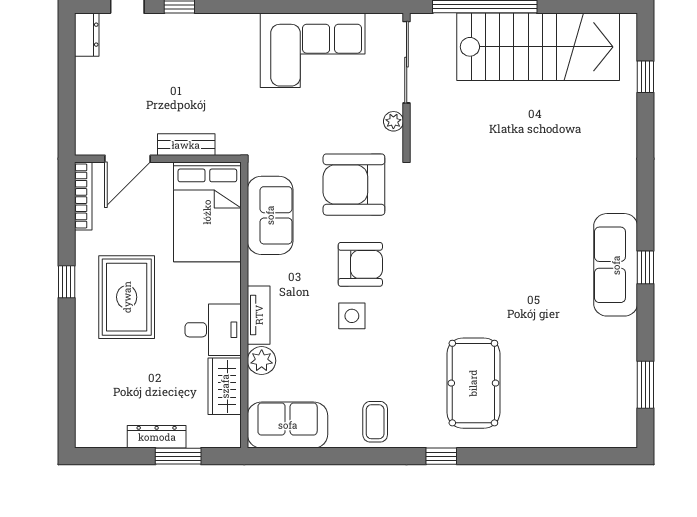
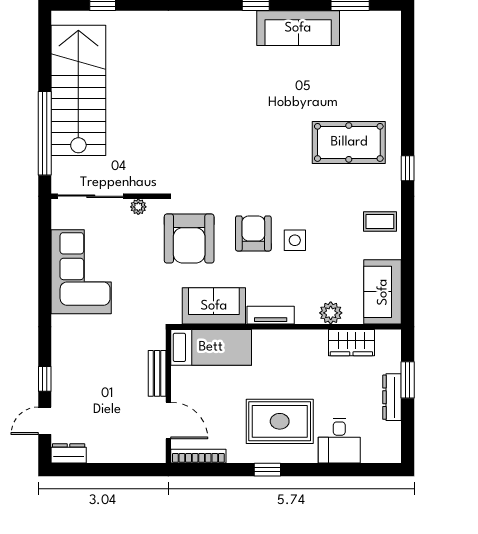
bed: (207, 212) -> (211, 347), width x0.67
sofa: (616, 265) -> (298, 28), moved
tv unit: (259, 315) -> (271, 315), moved
desk: (213, 330) -> (339, 441), moved, turned 180

